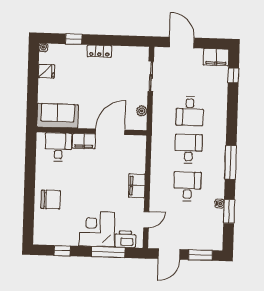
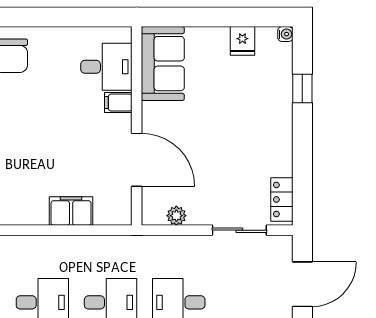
locker: (99, 51) -> (282, 199), moved
filing cabinet: (84, 141) -> (118, 103), width x0.50
filing cabinet: (137, 186) -> (71, 211), moved

